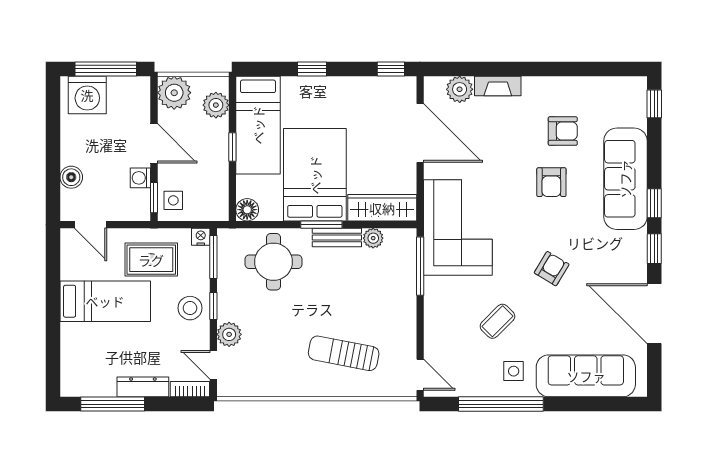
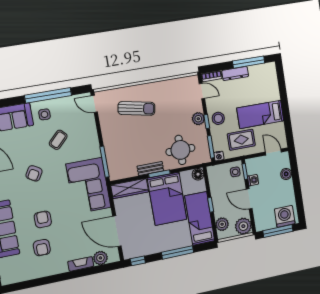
window: (312, 69) -> (178, 252), width x2.17
armchair: (563, 131) -> (42, 248), turned -90
plant: (373, 238) -> (132, 172), removed
plant: (229, 334) -> (198, 119), moved

